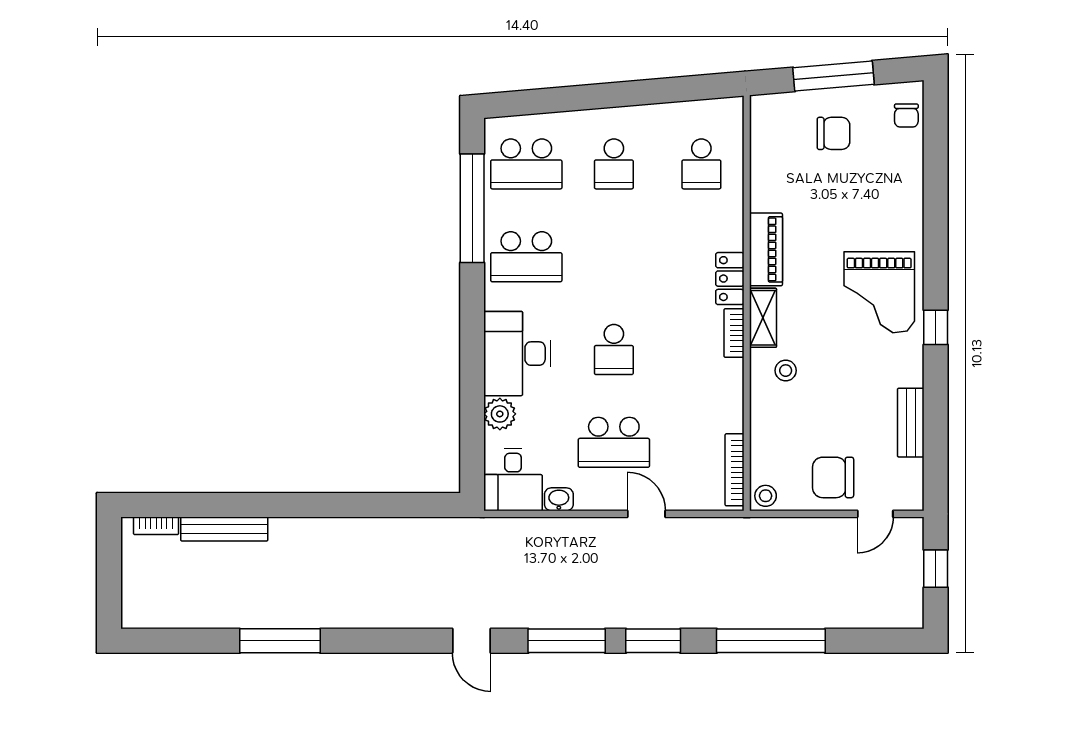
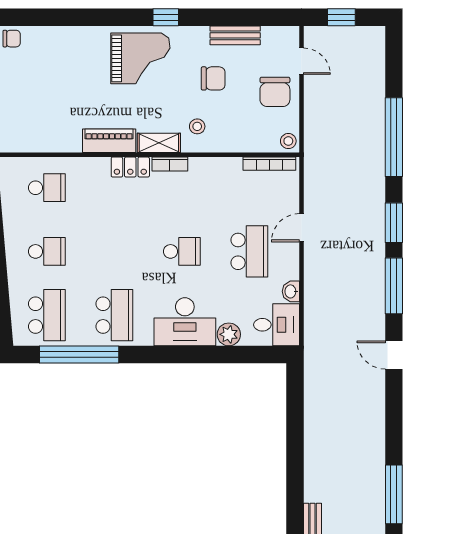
chair: (833, 133) -> (213, 78), moved, turned 90
door: (471, 641) -> (394, 355), swing flipped

